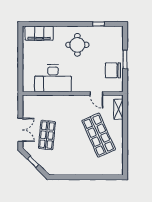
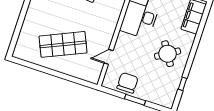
round table: (77, 45) -> (168, 54), turned -32
shelving: (118, 109) -> (84, 75), removed

